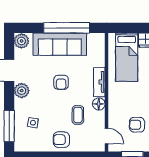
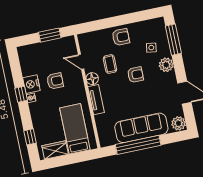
armchair: (61, 82) -> (135, 75), moved, turned 90
plant: (22, 91) -> (166, 65), moved
armchair: (137, 125) -> (55, 81), moved
door: (107, 136) -> (81, 62), moved

